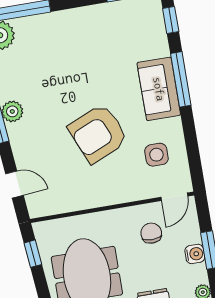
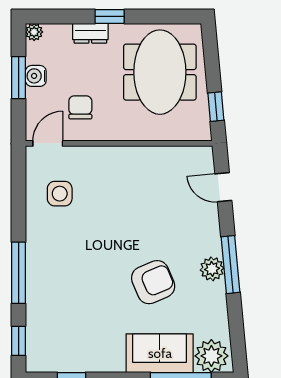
sofa: (159, 89) -> (160, 353), moved, turned -90
armchair: (98, 134) -> (153, 282), moved, width x0.73, depth x0.73
chair: (151, 233) -> (80, 107), turned 180

